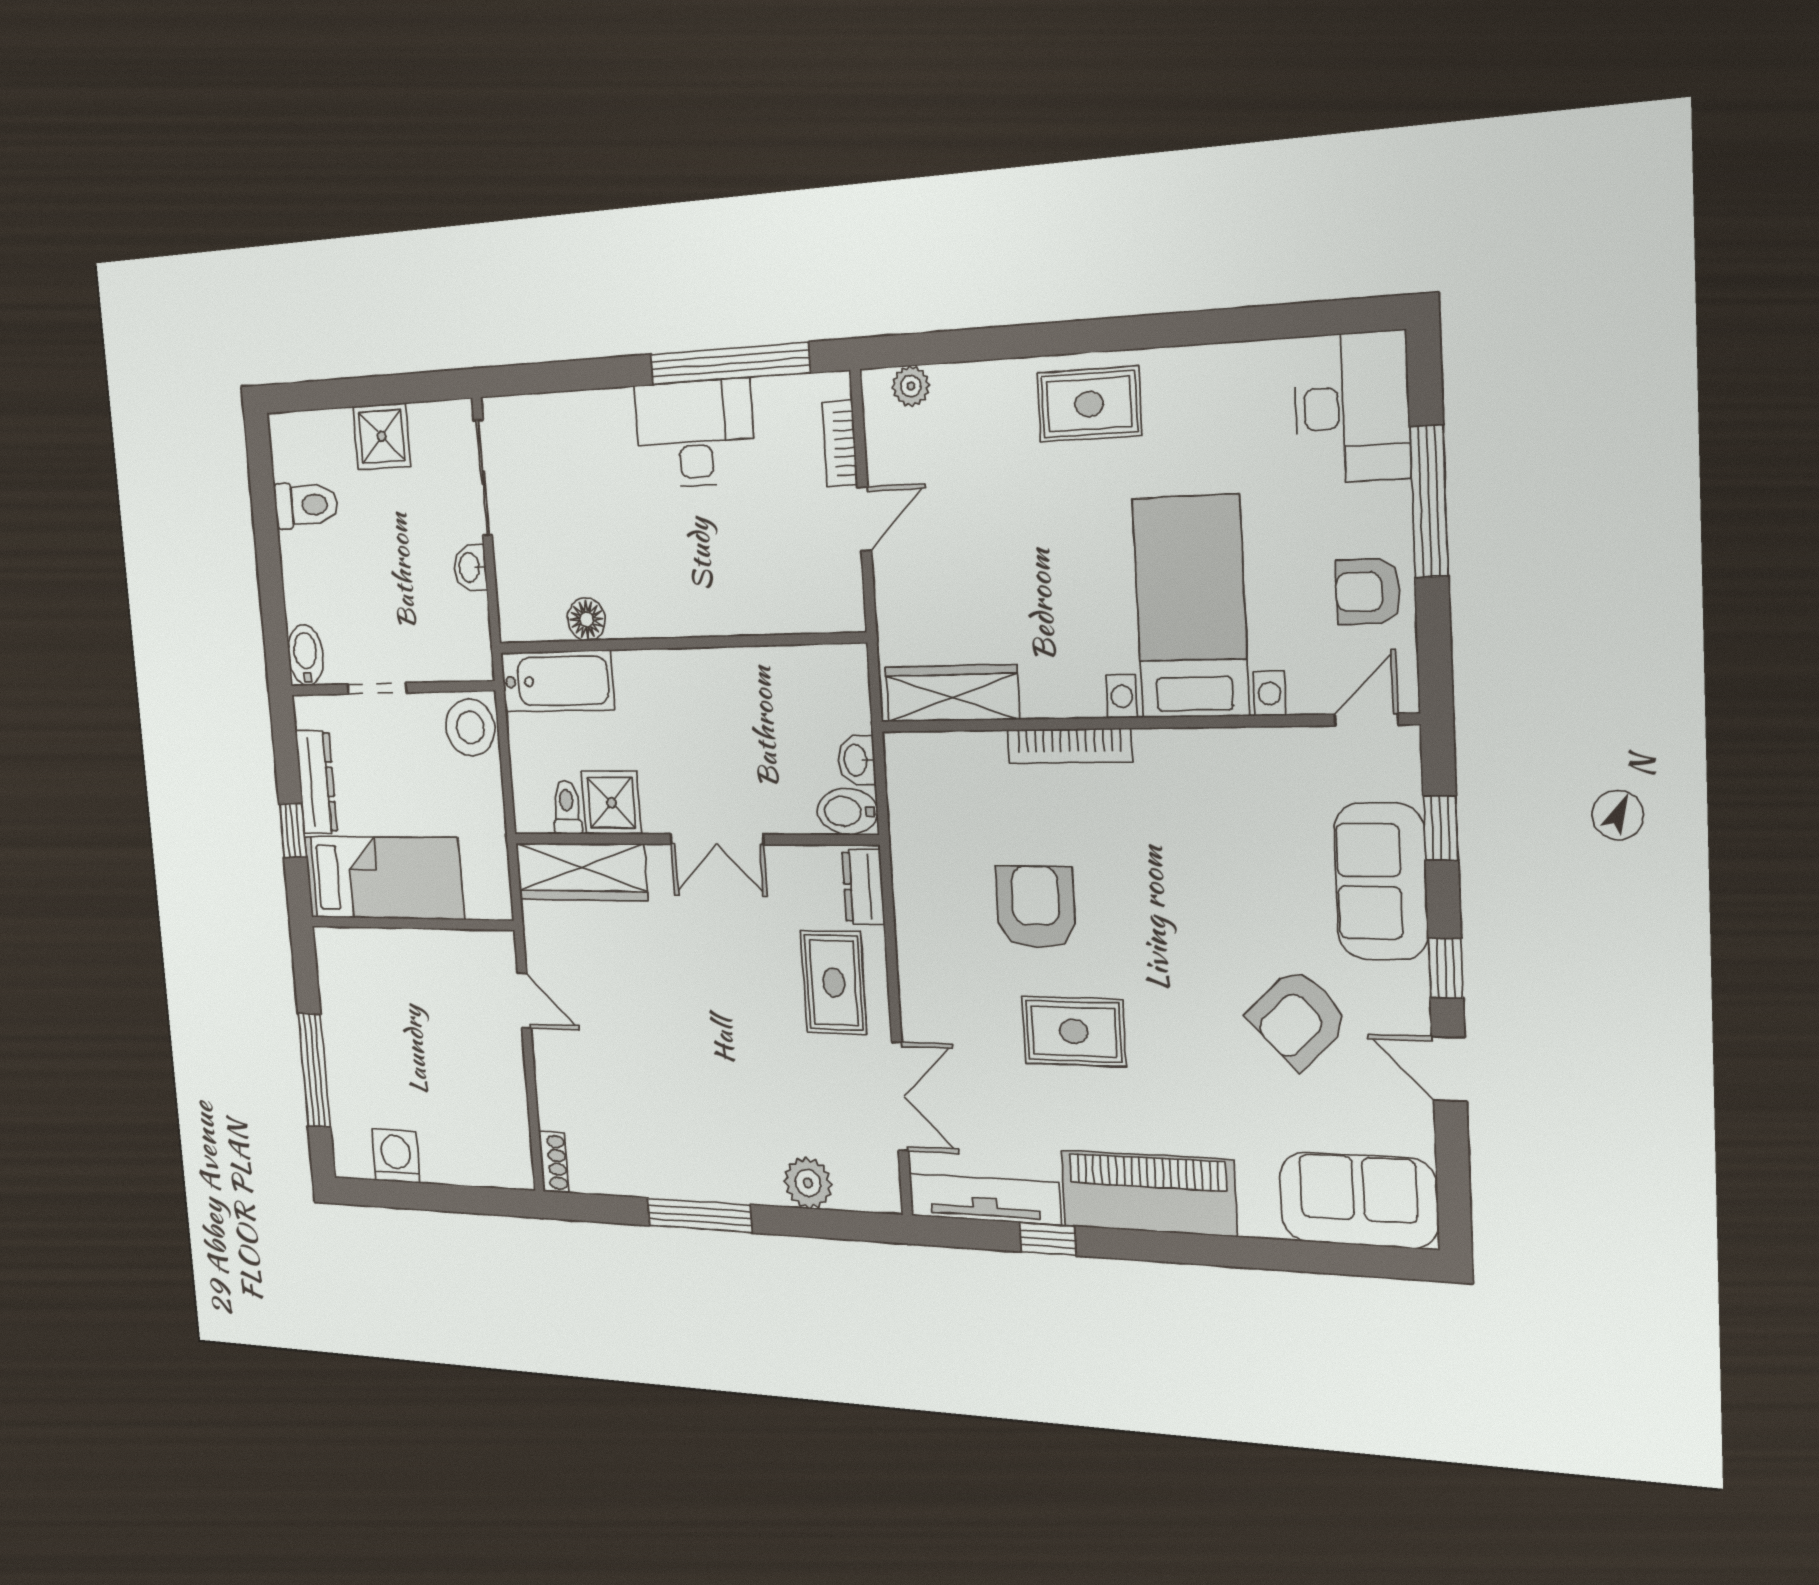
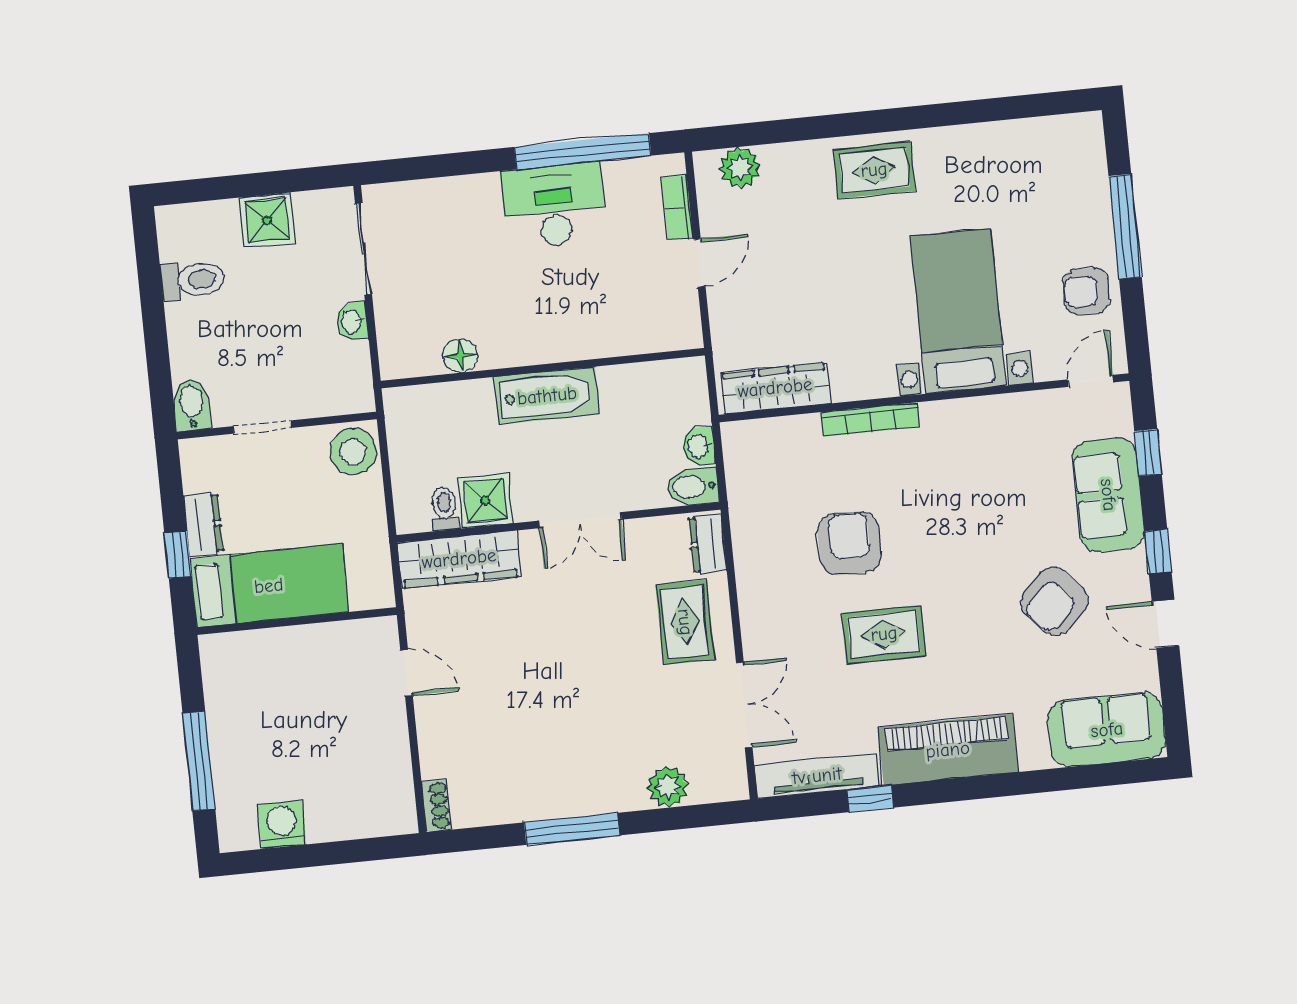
plant: (911, 386) -> (740, 168), width x1.38, depth x1.38
desk: (1352, 407) -> (1067, 165), removed
bathtub: (557, 681) -> (547, 396), moved
dresser: (316, 782) -> (203, 524), width x0.70

